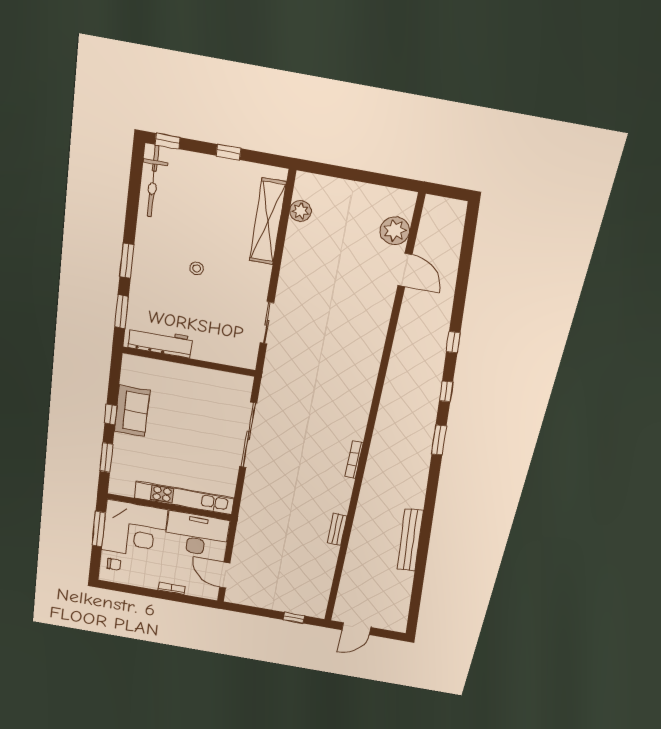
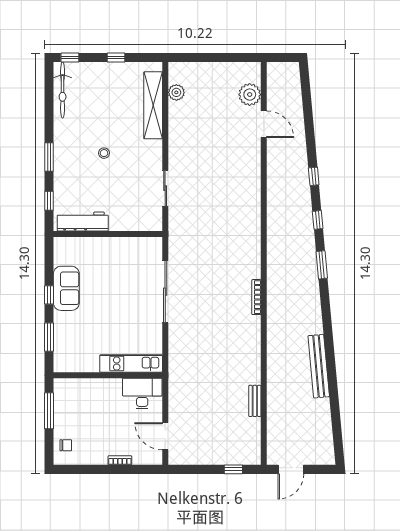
window: (121, 312) -> (49, 201), width x0.67
kitchen unit: (184, 498) -> (131, 364), width x0.73
bench: (337, 529) -> (255, 401), moved
corner desk: (134, 530) -> (80, 405), removed
desk: (197, 534) -> (142, 394), width x0.73, depth x0.77

